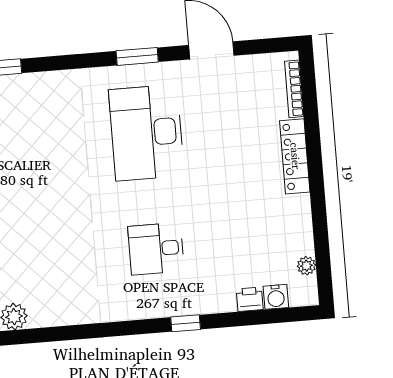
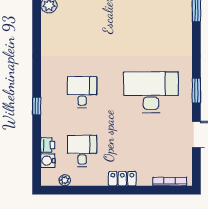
locker: (295, 156) -> (122, 179), width x0.66
desk: (255, 241) -> (82, 151), added

